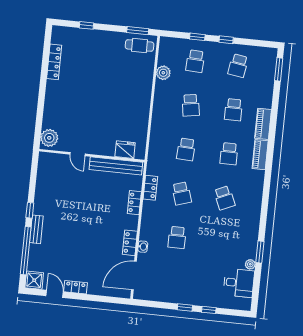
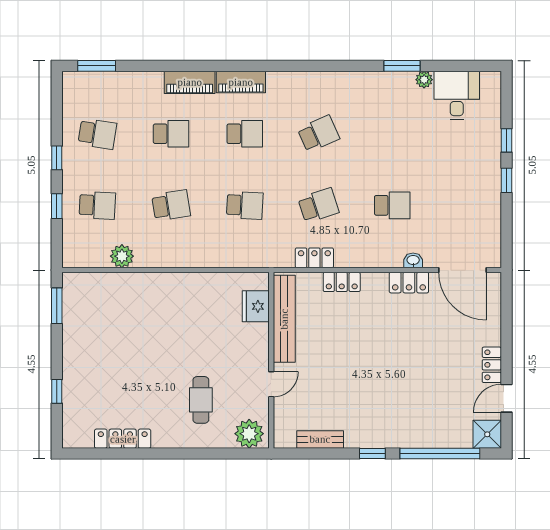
cafe table: (140, 46) -> (201, 400), moved
bench: (36, 229) -> (320, 439), moved

